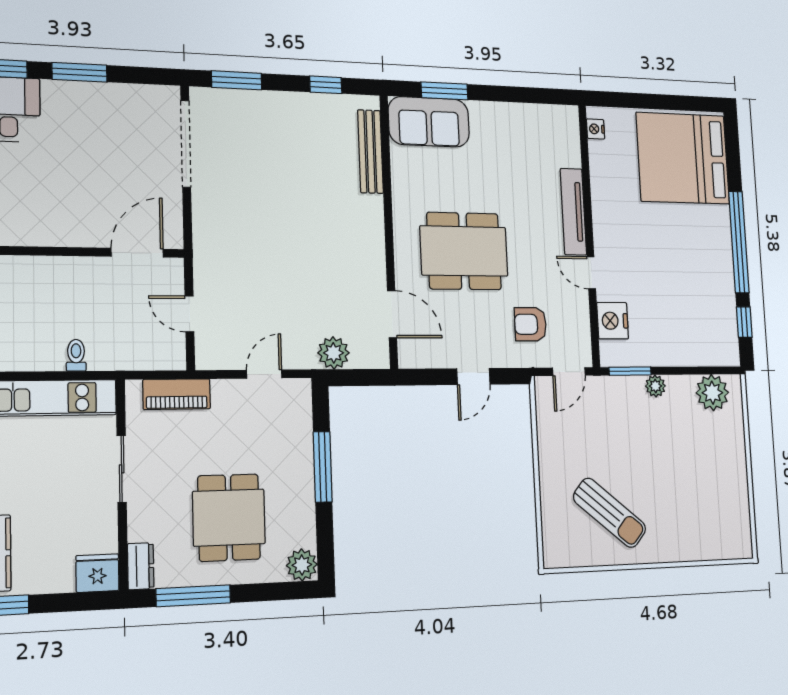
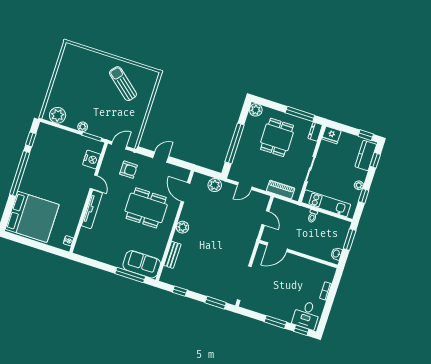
window: (445, 91) -> (130, 275), width x1.44
bench: (370, 152) -> (172, 255), width x0.73
plant: (371, 232) -> (183, 227), added
window: (323, 467) -> (235, 143), width x1.46

